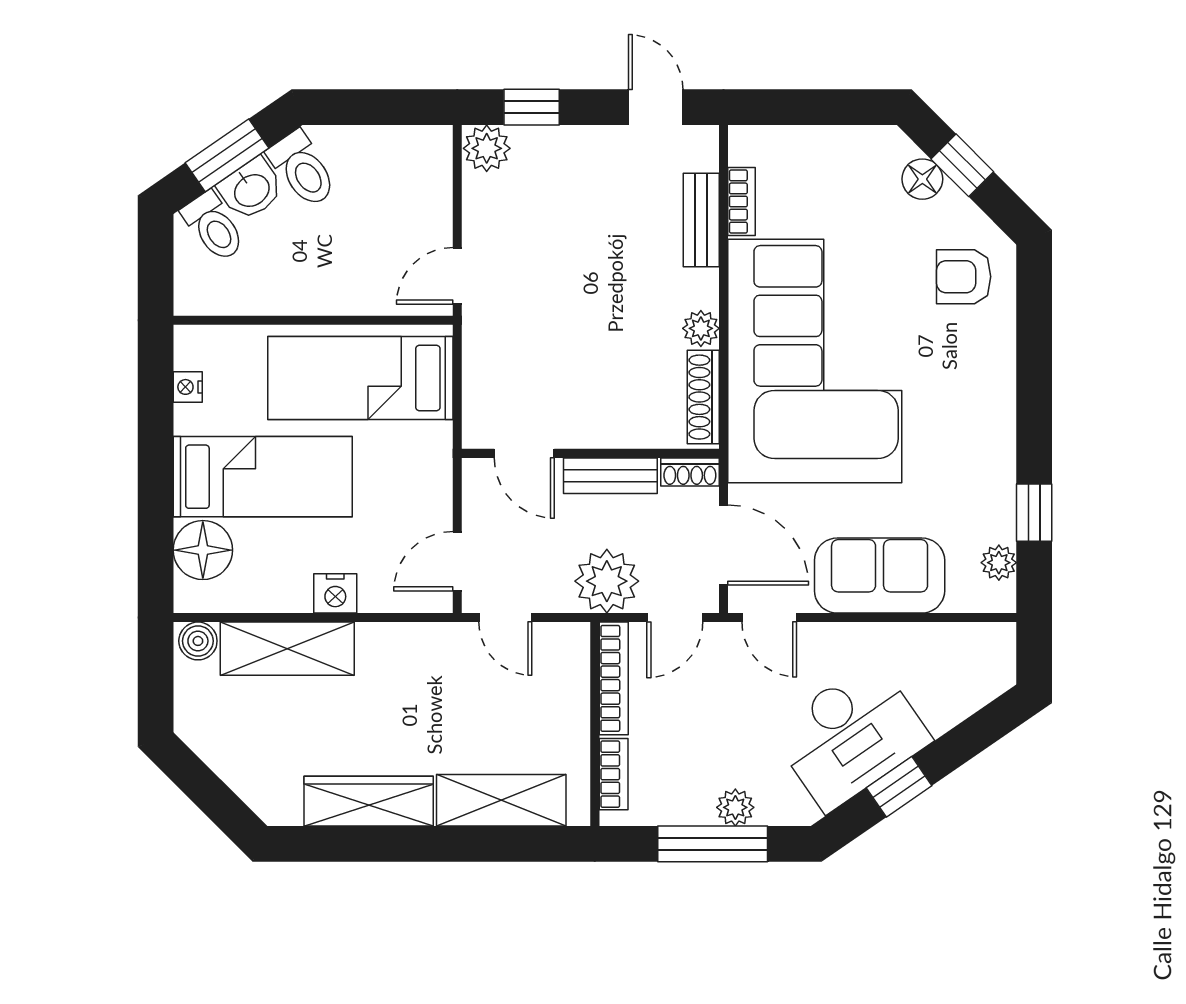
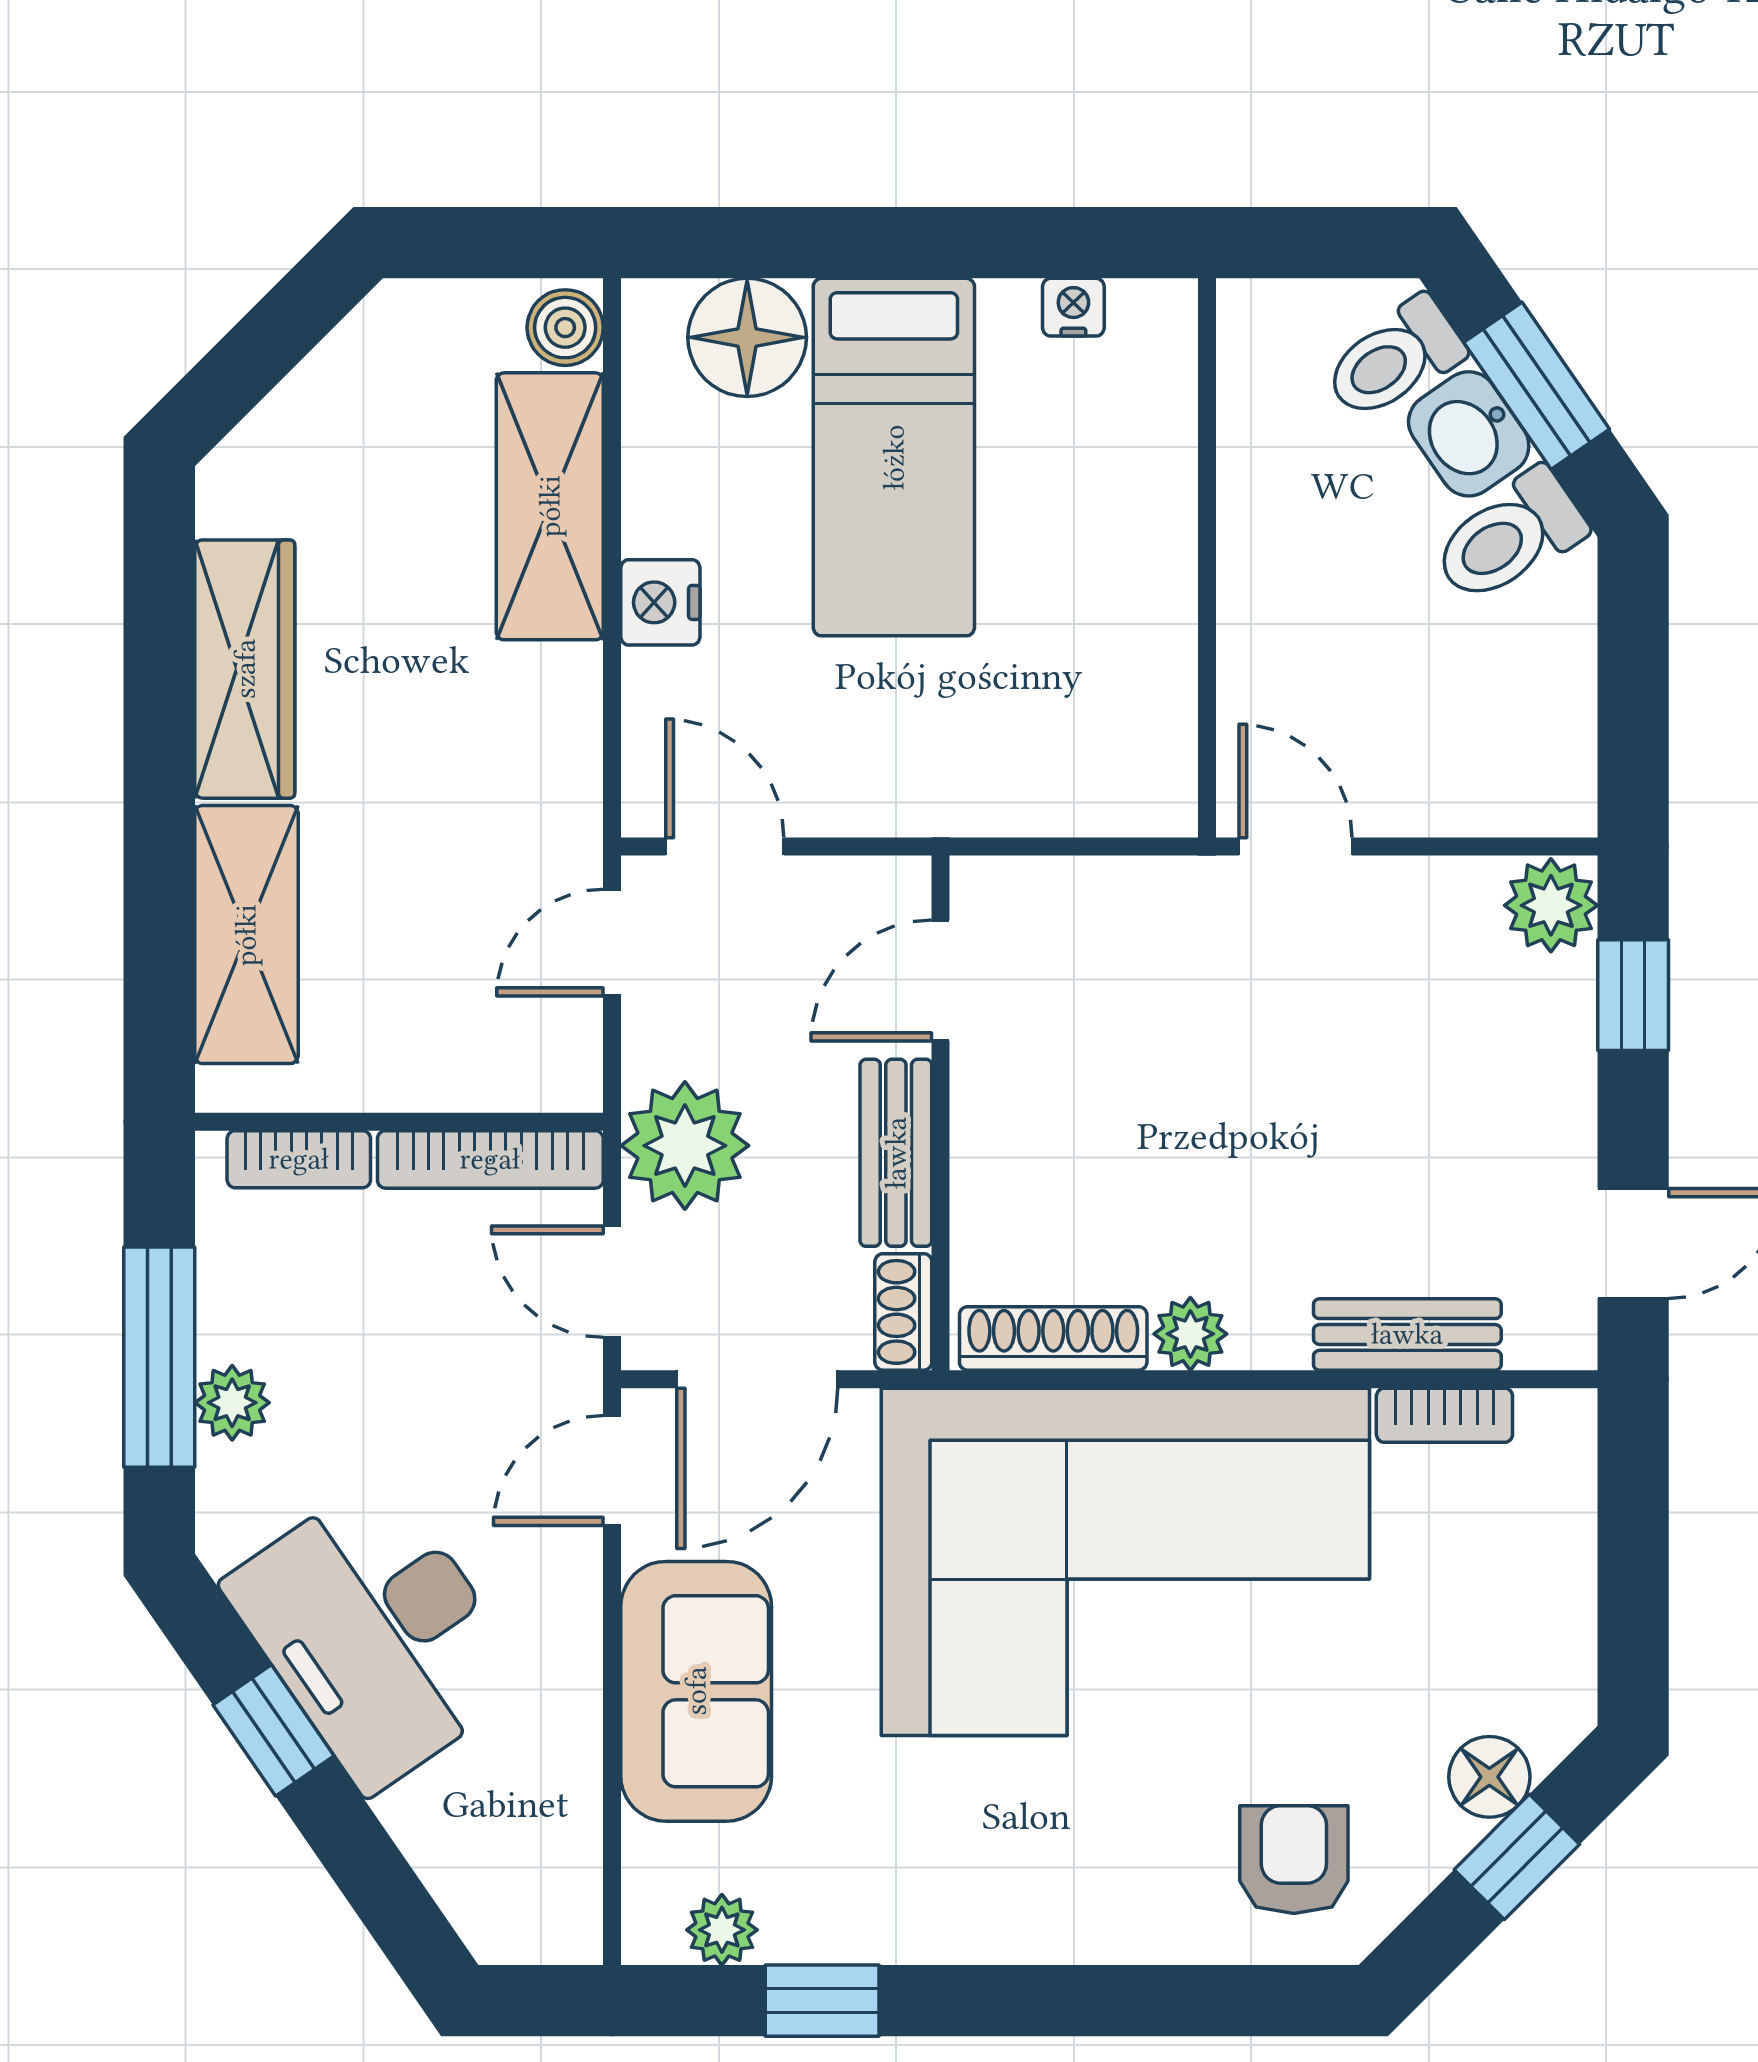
bed: (360, 378) -> (1091, 653), removed

